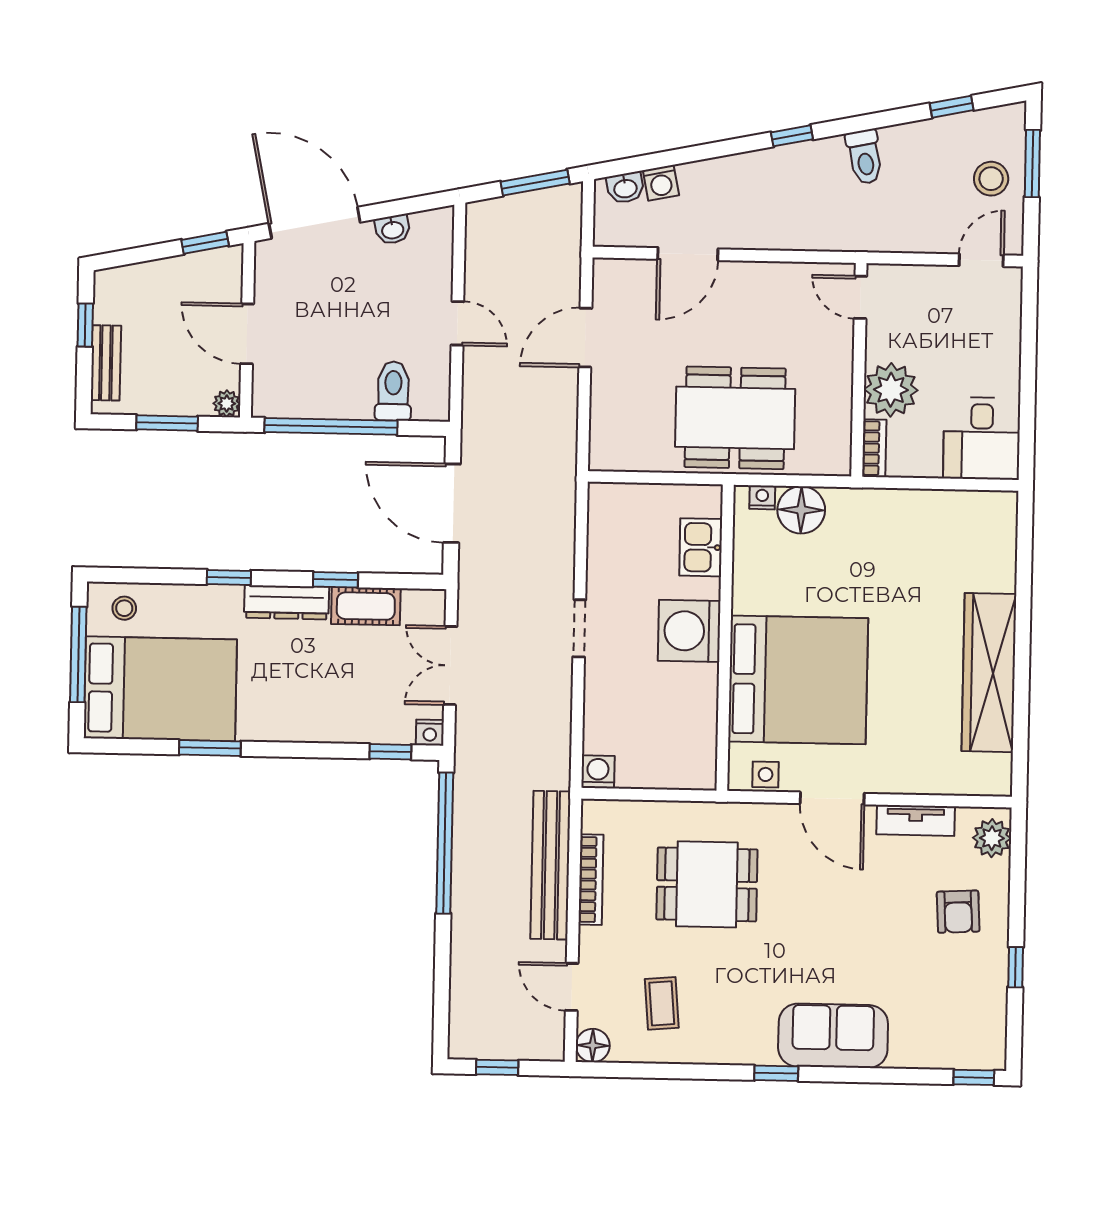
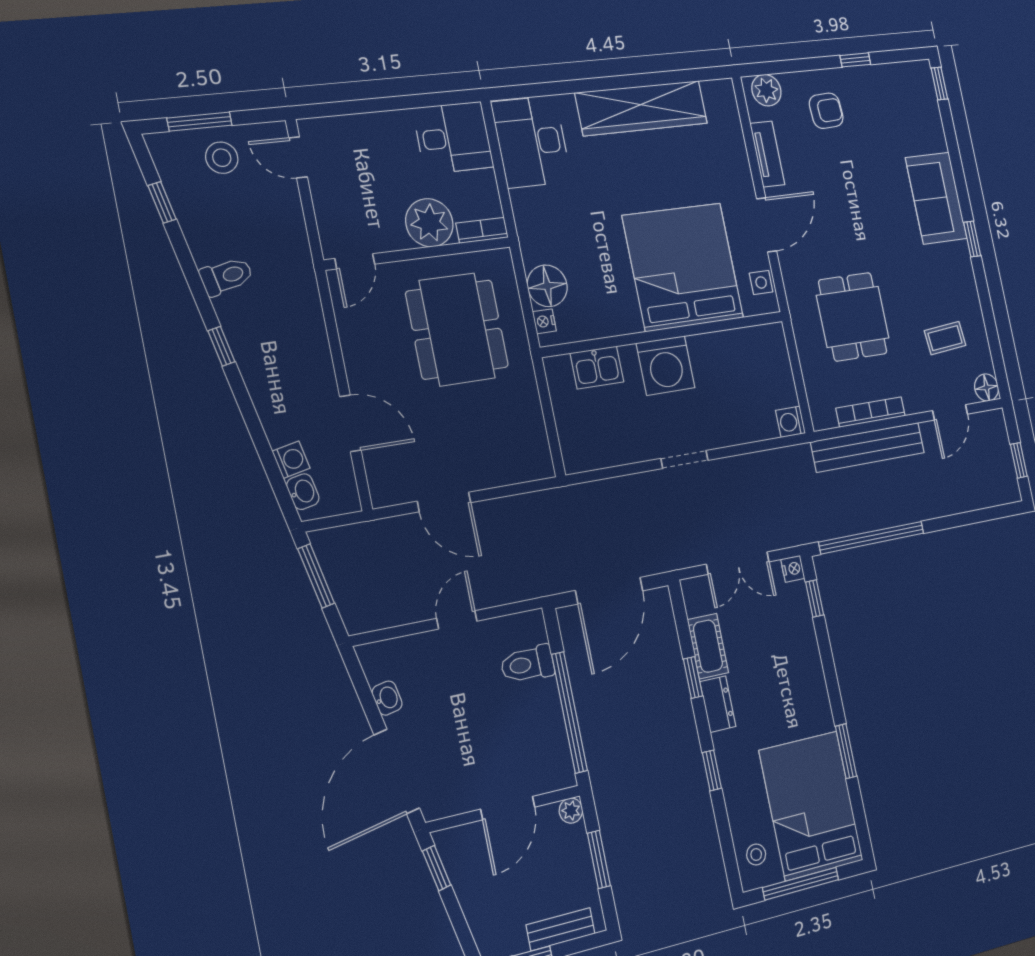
dining table: (735, 418) -> (457, 329), moved
desk: (966, 529) -> (531, 142), added
dresser: (287, 602) -> (718, 704), width x0.70

